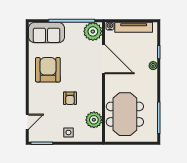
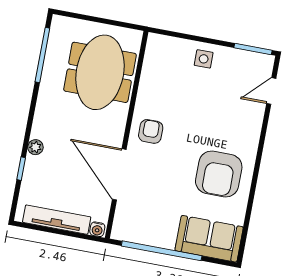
plant: (93, 31) -> (129, 226), removed
armchair: (70, 98) -> (151, 131), moved
plant: (94, 120) -> (156, 73), removed

